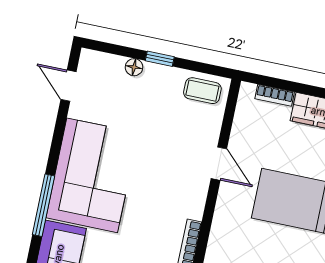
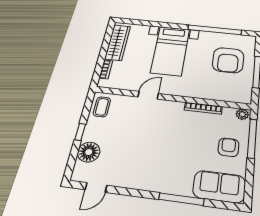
floor lamp: (134, 67) -> (89, 152), width x1.89, depth x1.89
corner sofa: (92, 175) -> (159, 168), removed

